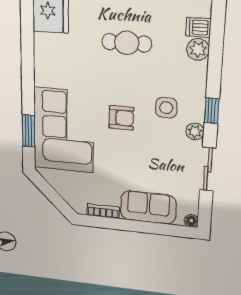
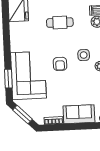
armchair: (121, 118) -> (60, 64), turned 90
window: (50, 193) -> (23, 115), added

